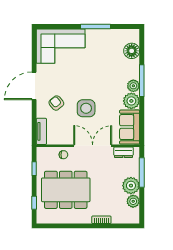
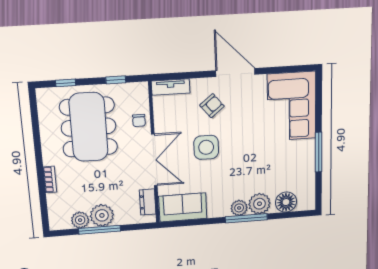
plant: (131, 101) -> (259, 204), moved
window: (142, 173) -> (100, 230), moved

